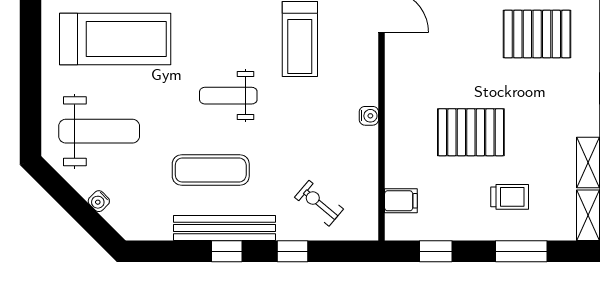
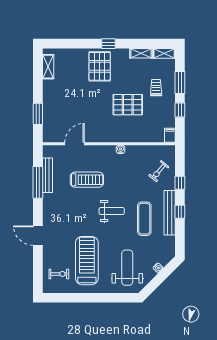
pallet: (537, 34) -> (100, 66), moved
weight bench: (228, 96) -> (112, 211), turned -90
pallet: (471, 132) -> (128, 105), turned 90
filing cabinet: (401, 201) -> (170, 135), moved
window: (436, 251) -> (180, 110), moved

